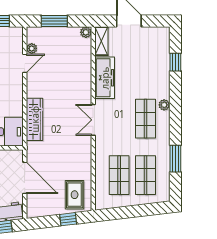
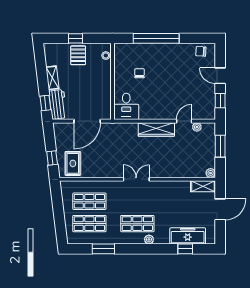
door: (25, 63) -> (184, 121), swing flipped
freezer: (105, 78) -> (188, 236), moved, turned 180
wardrobe: (35, 119) -> (156, 130), moved
rug: (75, 195) -> (73, 163), turned 90

